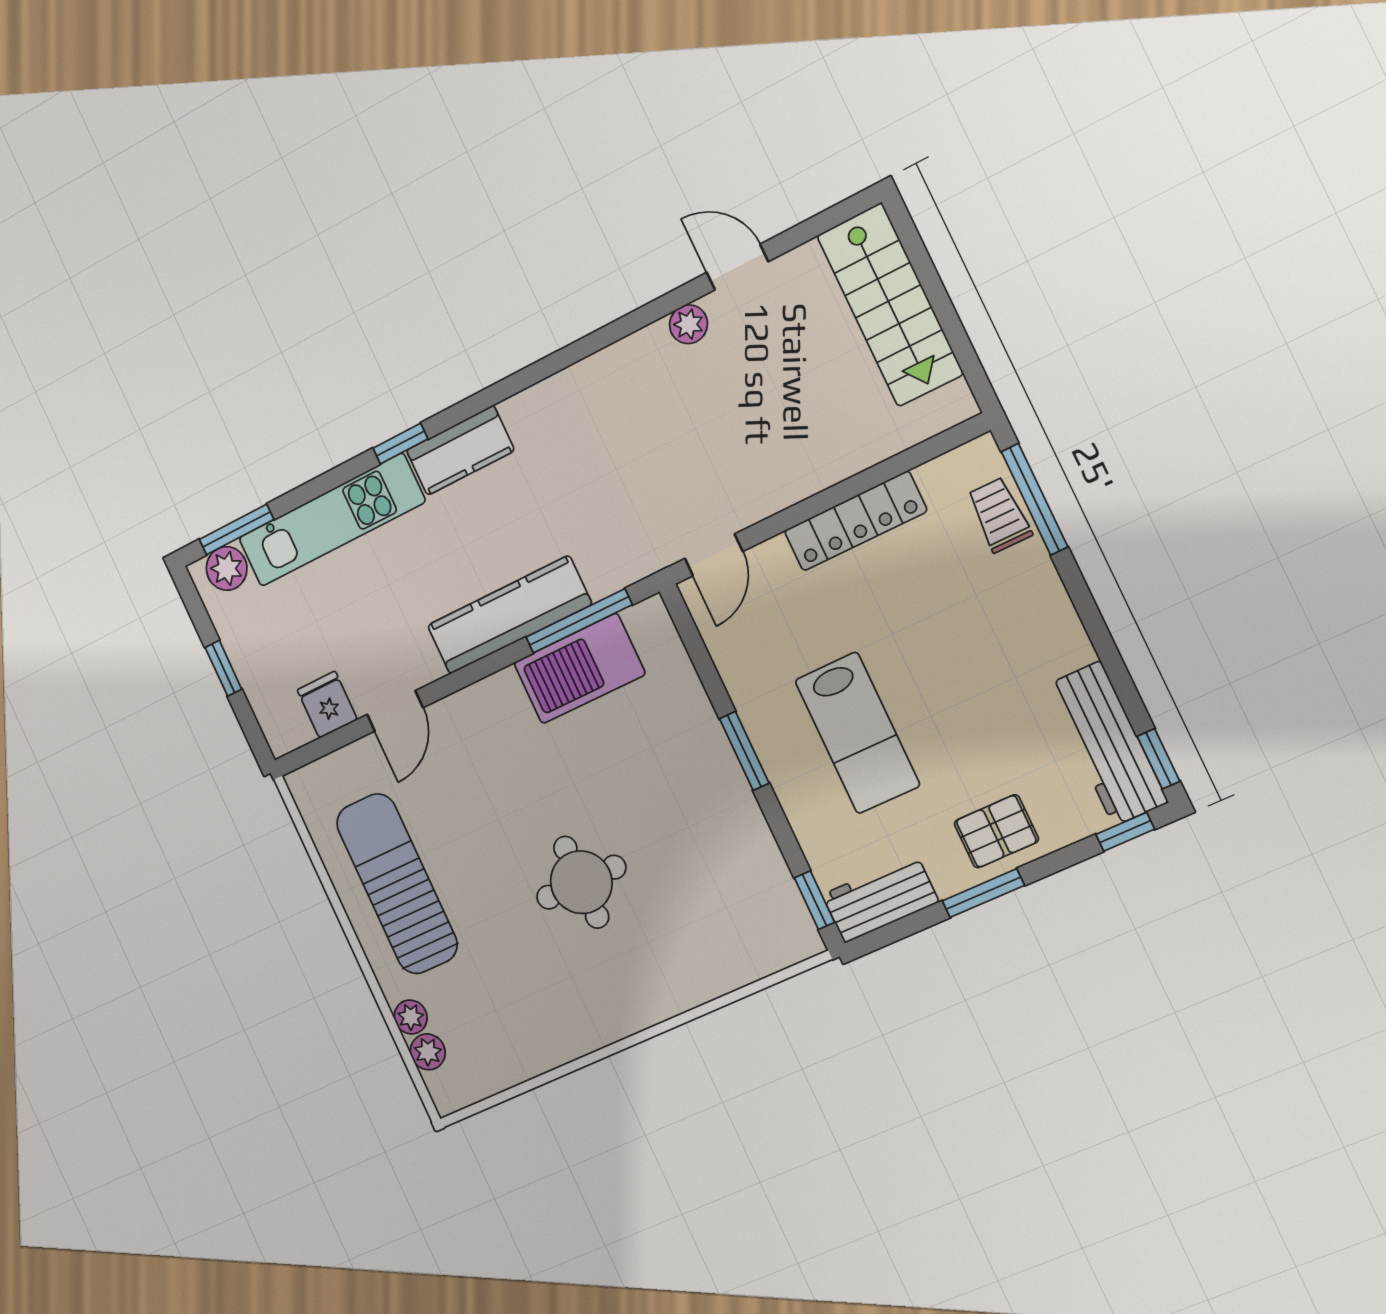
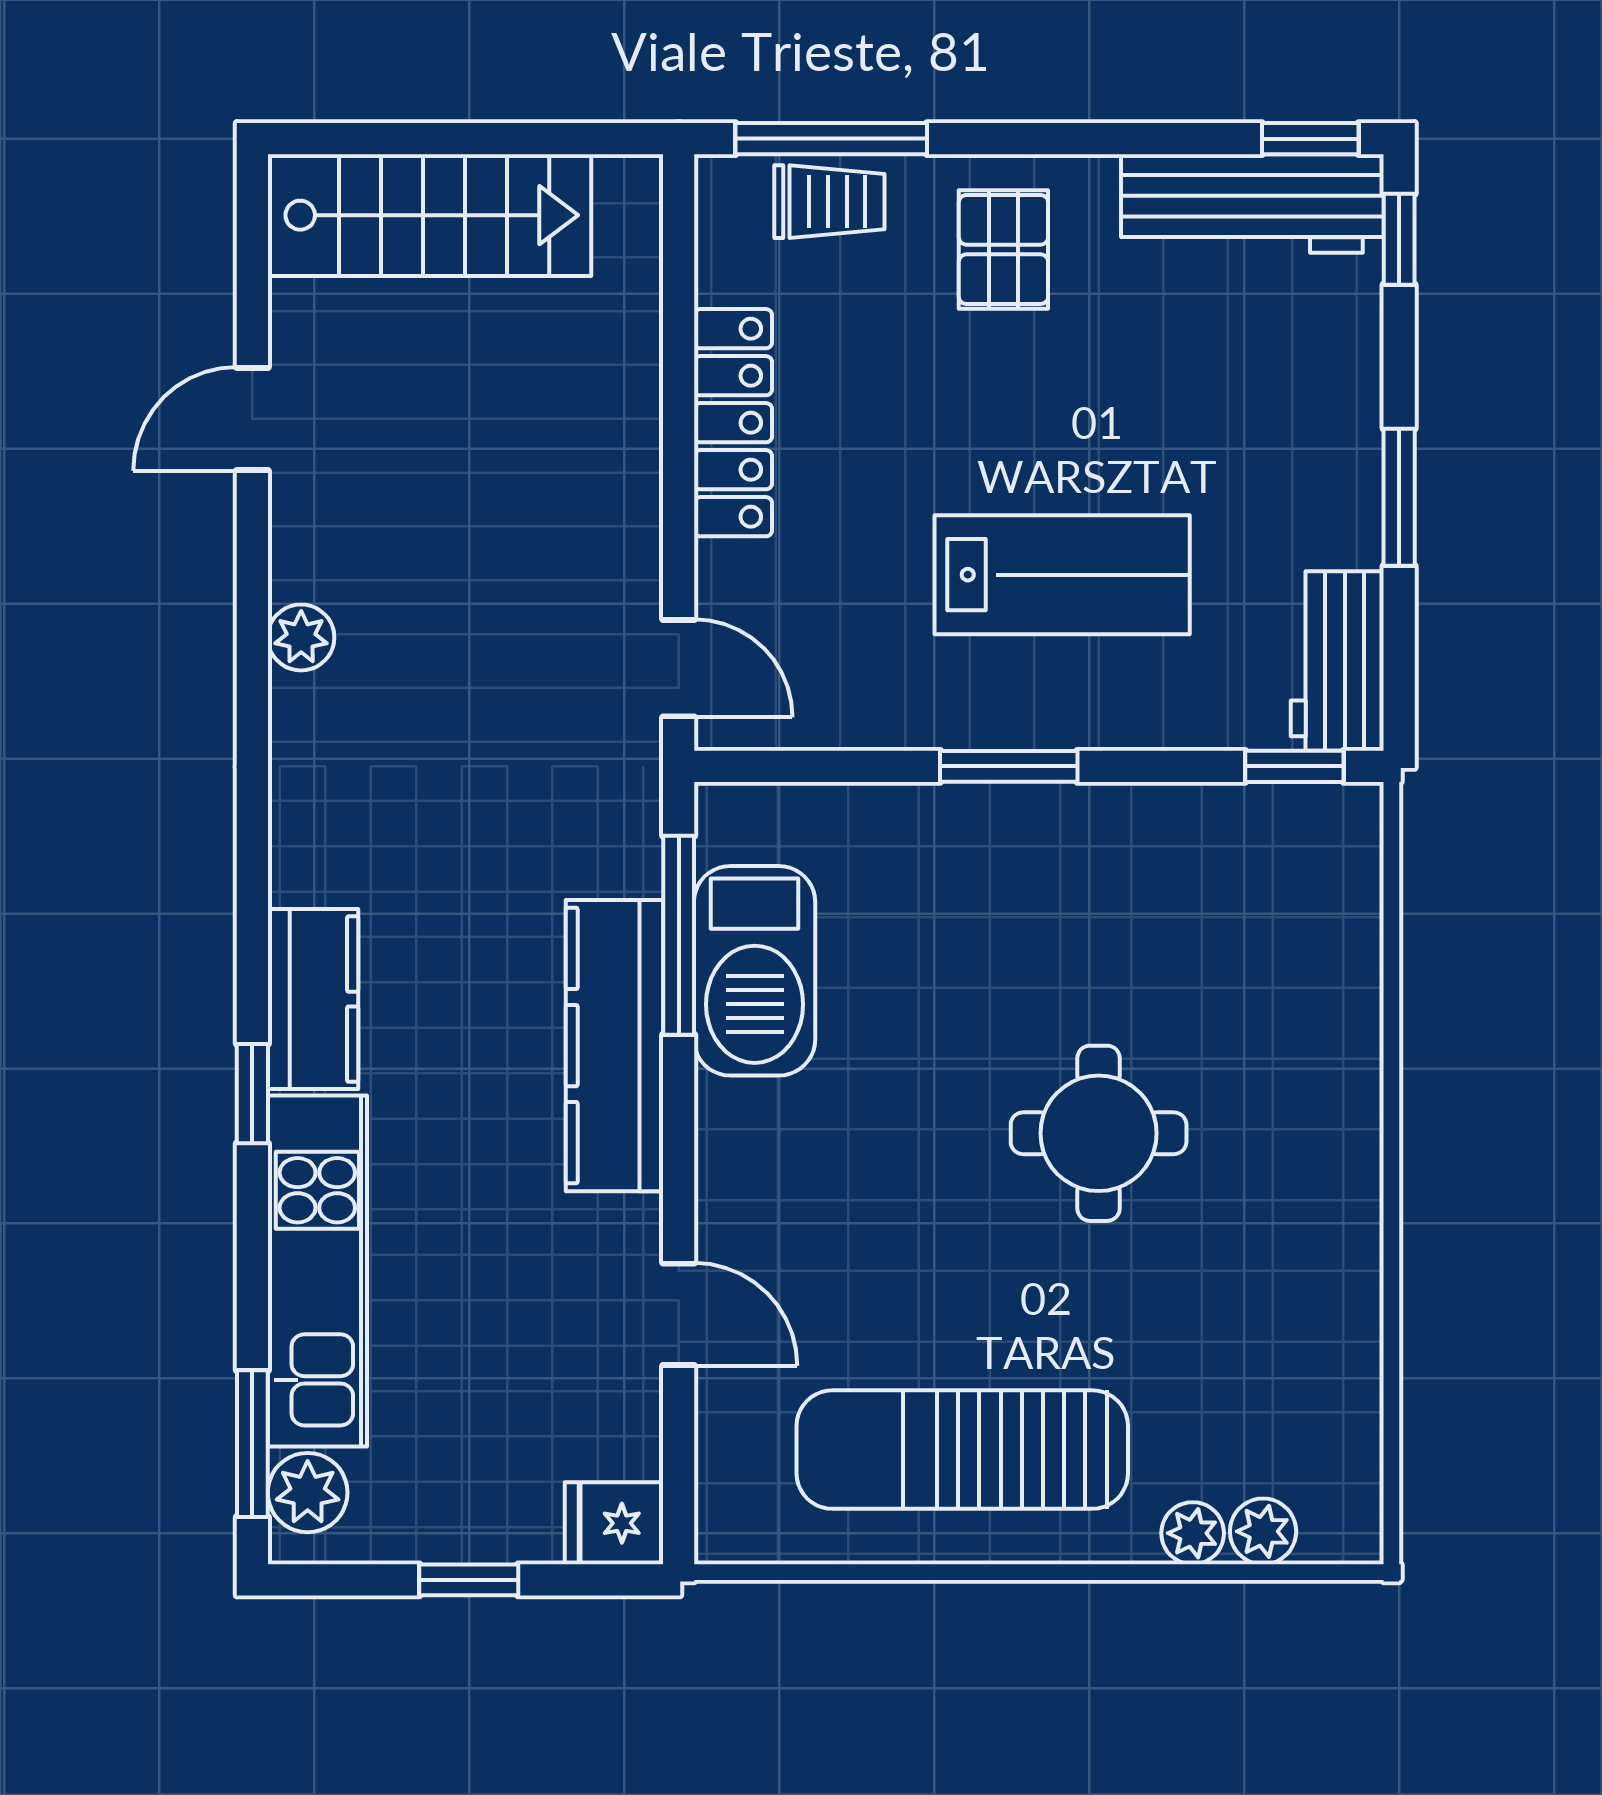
plant: (688, 324) -> (301, 637), moved
trolley: (999, 515) -> (829, 202), turned 180
fridge: (327, 705) -> (614, 1523), moved
pallet: (996, 831) -> (1003, 249), moved

